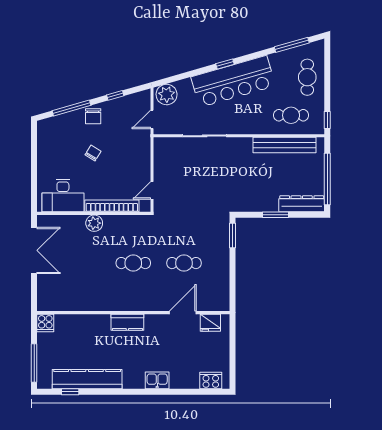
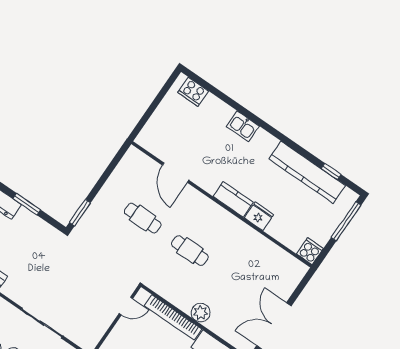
door: (183, 313) -> (176, 173), hinge flipped
fridge: (210, 323) -> (259, 216), moved

